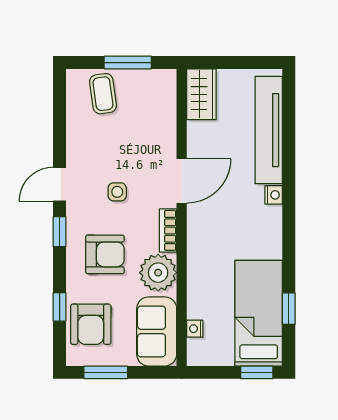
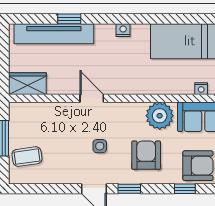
door: (182, 181) -> (92, 98), width x0.73
nightstand: (274, 195) -> (123, 30), moved
bookcase: (168, 230) -> (128, 108), removed
window: (289, 309) -> (69, 19), moved

